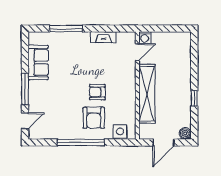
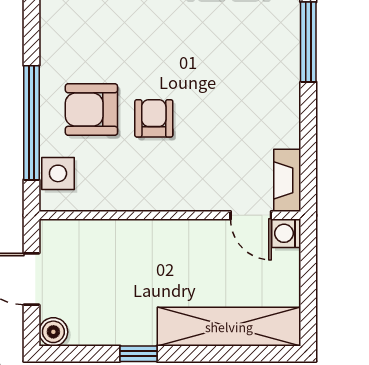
fireplace: (103, 37) -> (287, 180), moved
shelving: (147, 94) -> (229, 327), moved
window: (81, 142) -> (31, 123), moved

